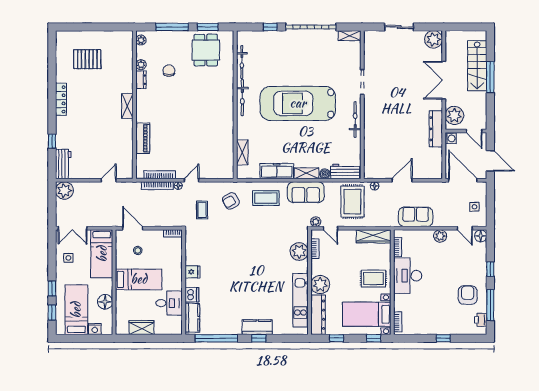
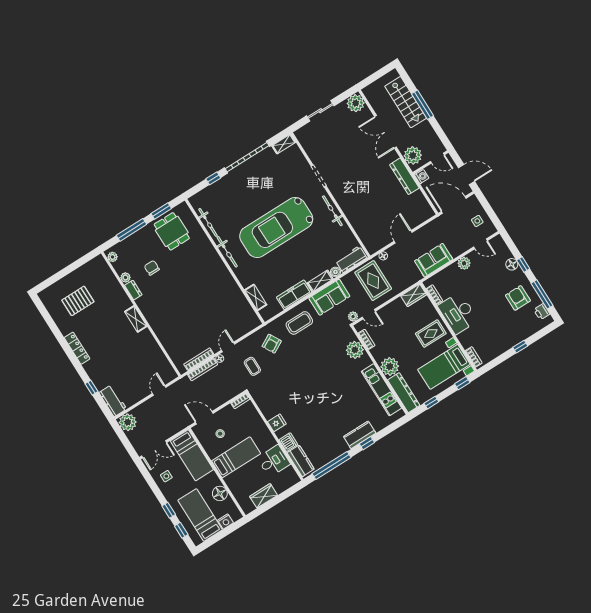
piano: (143, 138) -> (165, 338), removed
wardrobe: (374, 236) -> (414, 295), width x0.67
floor lamp: (481, 236) -> (512, 264), moved

